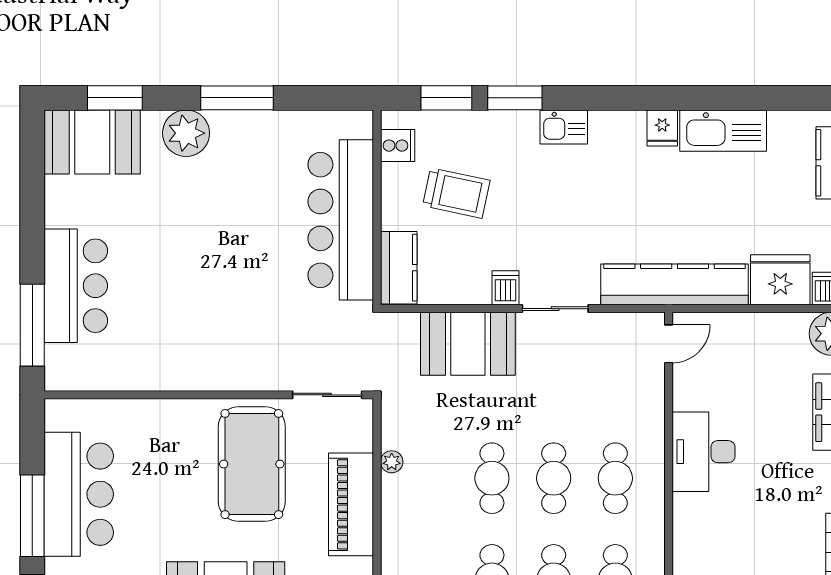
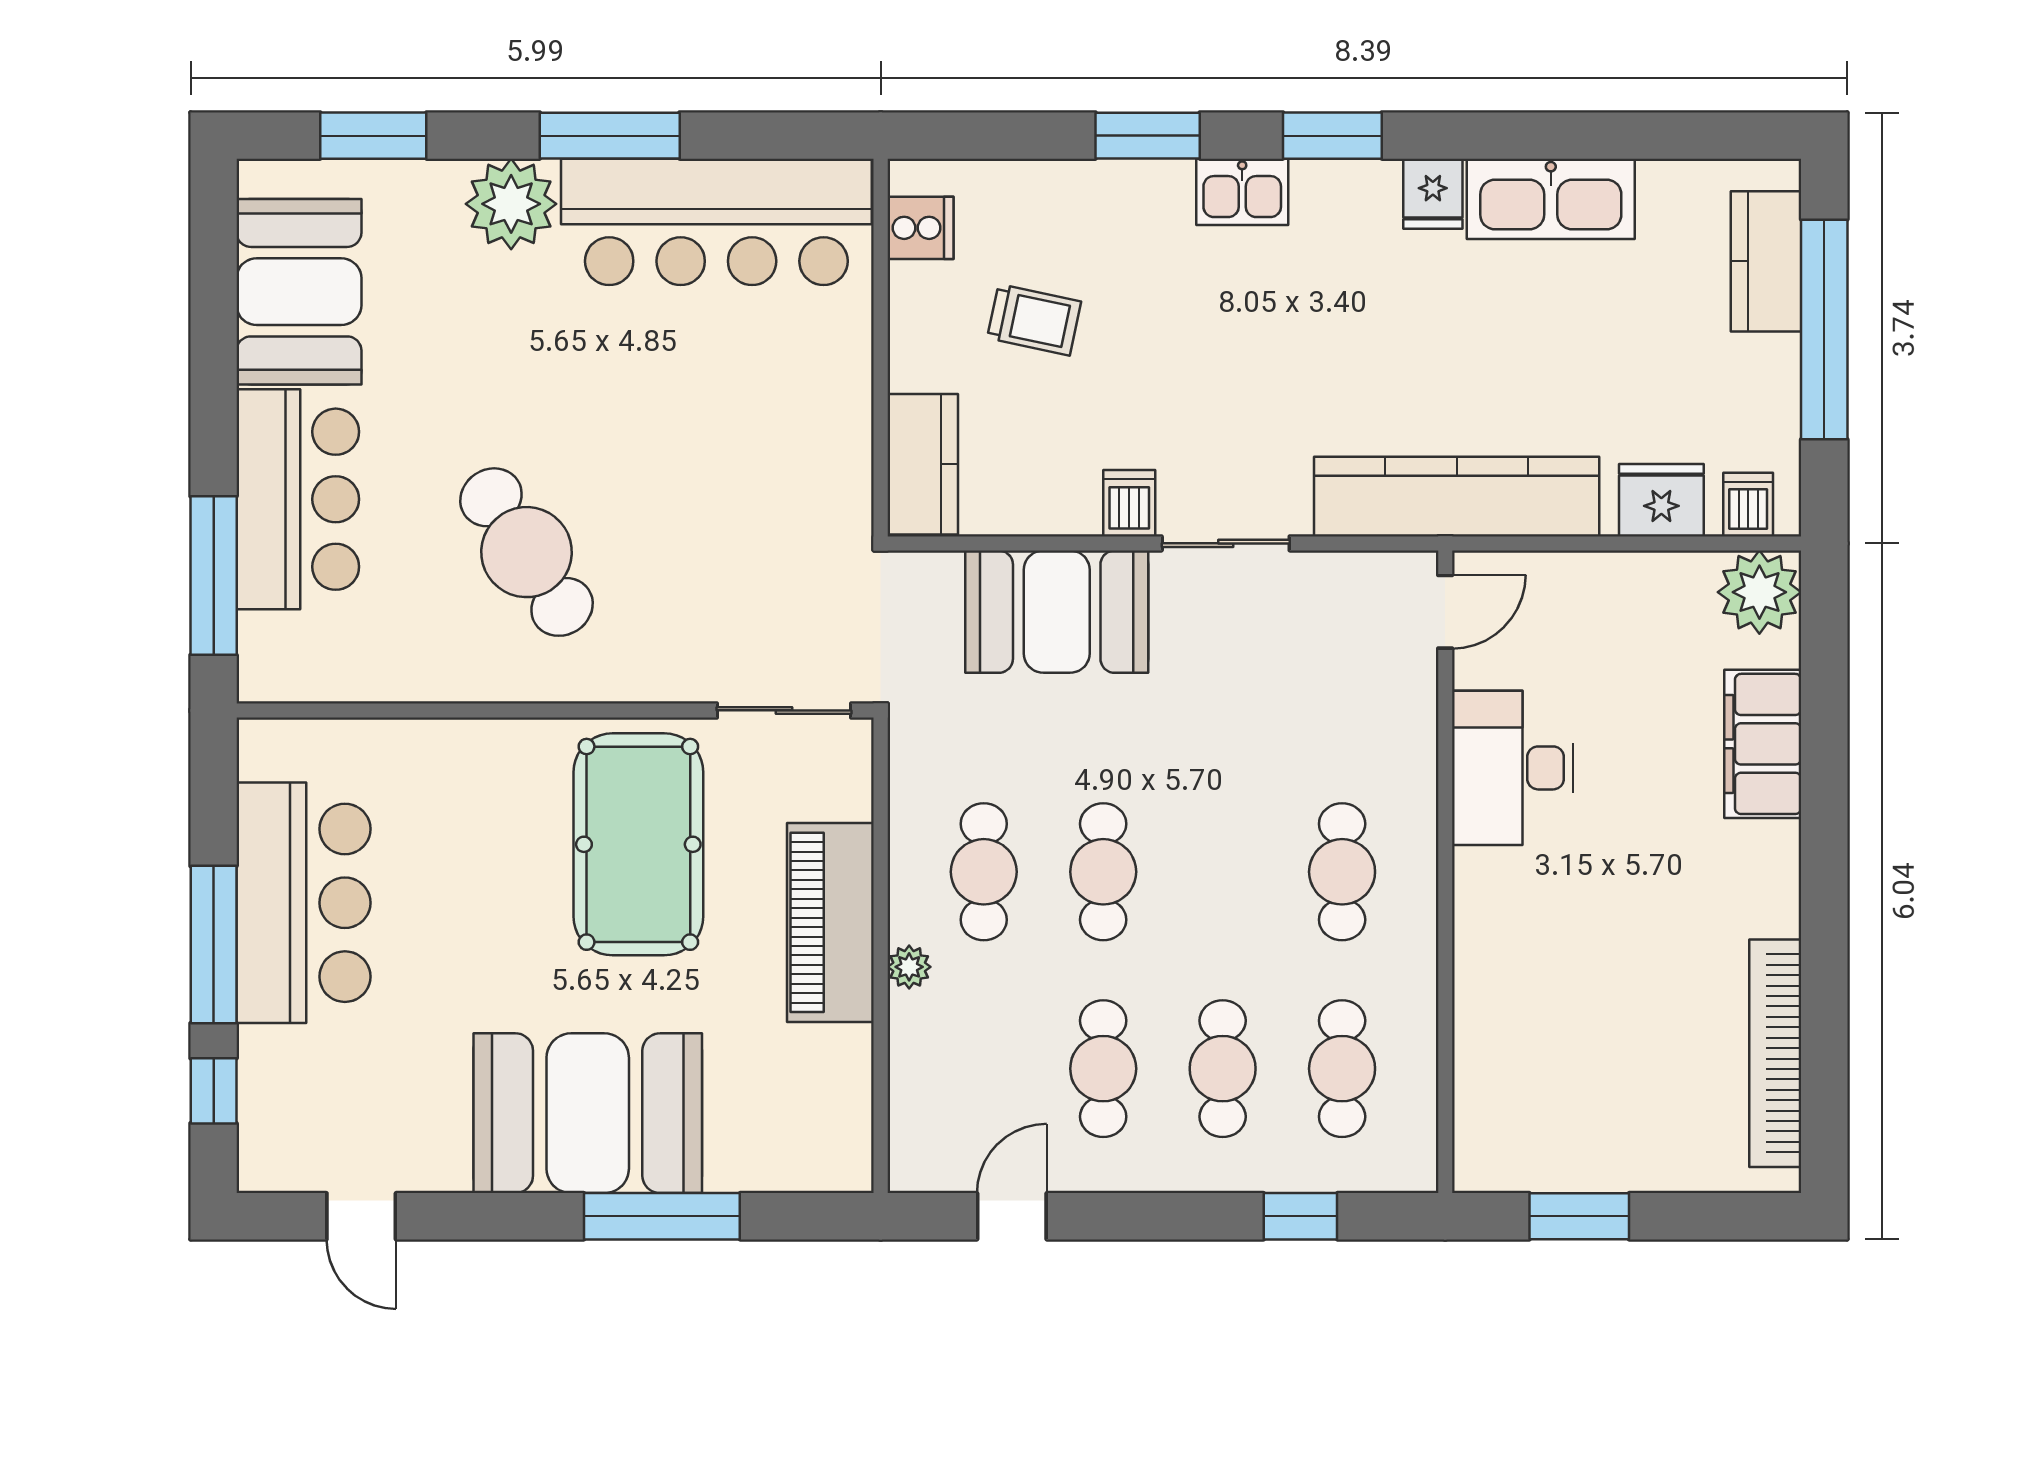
window: (446, 98) -> (1332, 136), moved
booth: (92, 142) -> (299, 292), moved, turned 90
trolley: (456, 193) -> (1034, 320), width x0.73, depth x0.72
bar counter: (341, 220) -> (716, 222), moved, turned -90
fridge: (780, 280) -> (1661, 500), width x0.73, depth x0.75
cafe table: (194, 313) -> (527, 552), added
desk: (704, 452) -> (1513, 768), moved
plant: (392, 462) -> (909, 967), moved
cafe table: (554, 478) -> (984, 872), moved

